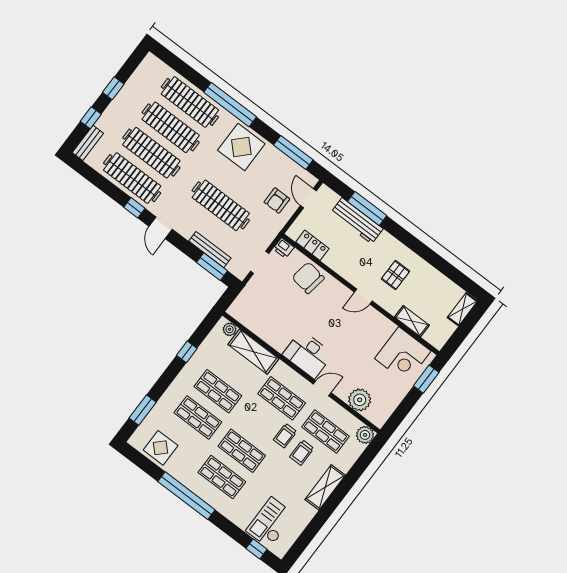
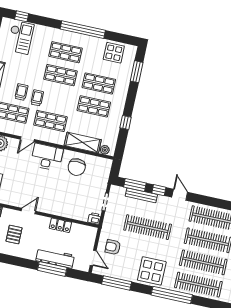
armchair: (277, 201) -> (113, 247), turned -90
window: (134, 208) -> (159, 190), moved
locker: (312, 245) -> (60, 225), moved
chair: (308, 278) -> (77, 167), moved, turned 81

